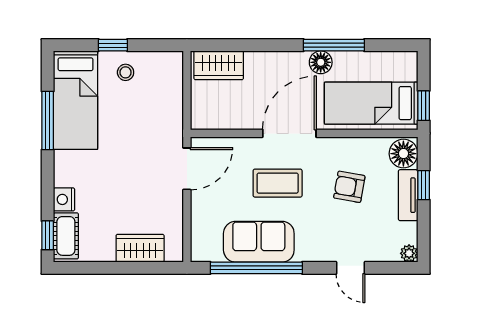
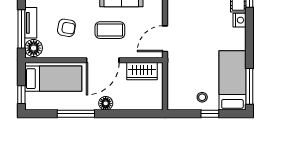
floor lamp: (321, 62) -> (106, 103), moved
wardrobe: (219, 65) -> (142, 71), moved, turned 180
window: (424, 106) -> (21, 95), moved
window: (48, 121) -> (249, 86), moved
window: (424, 185) -> (21, 29), width x2.17

